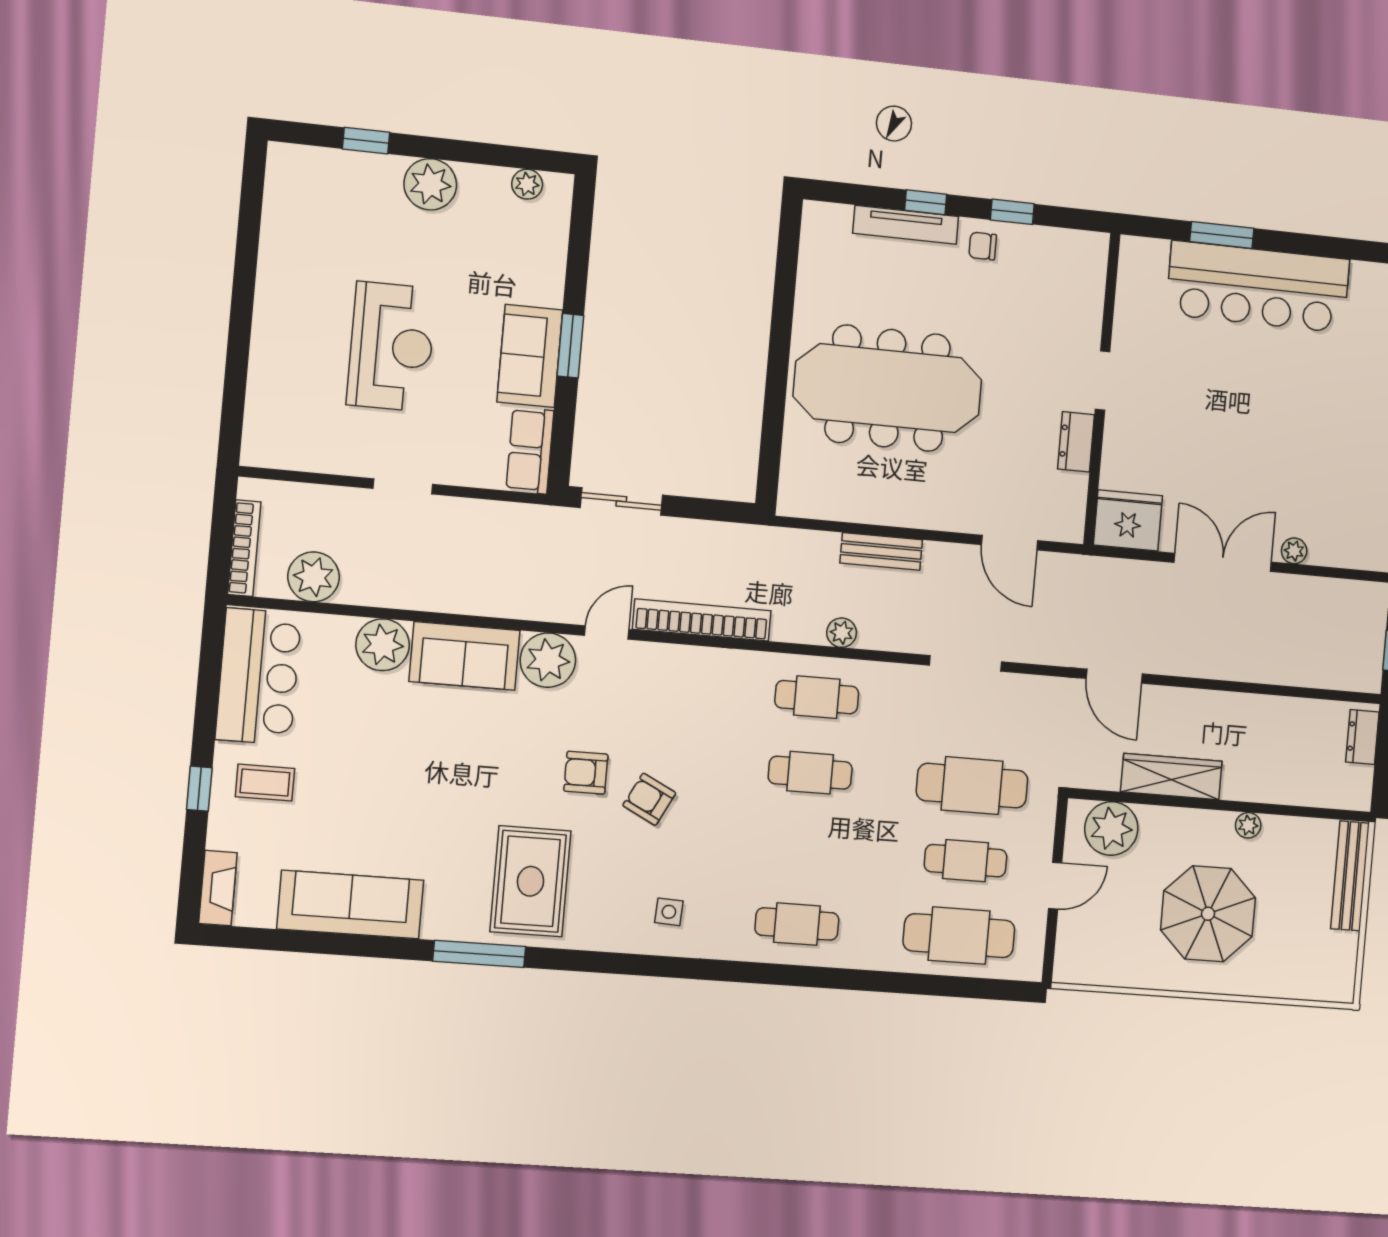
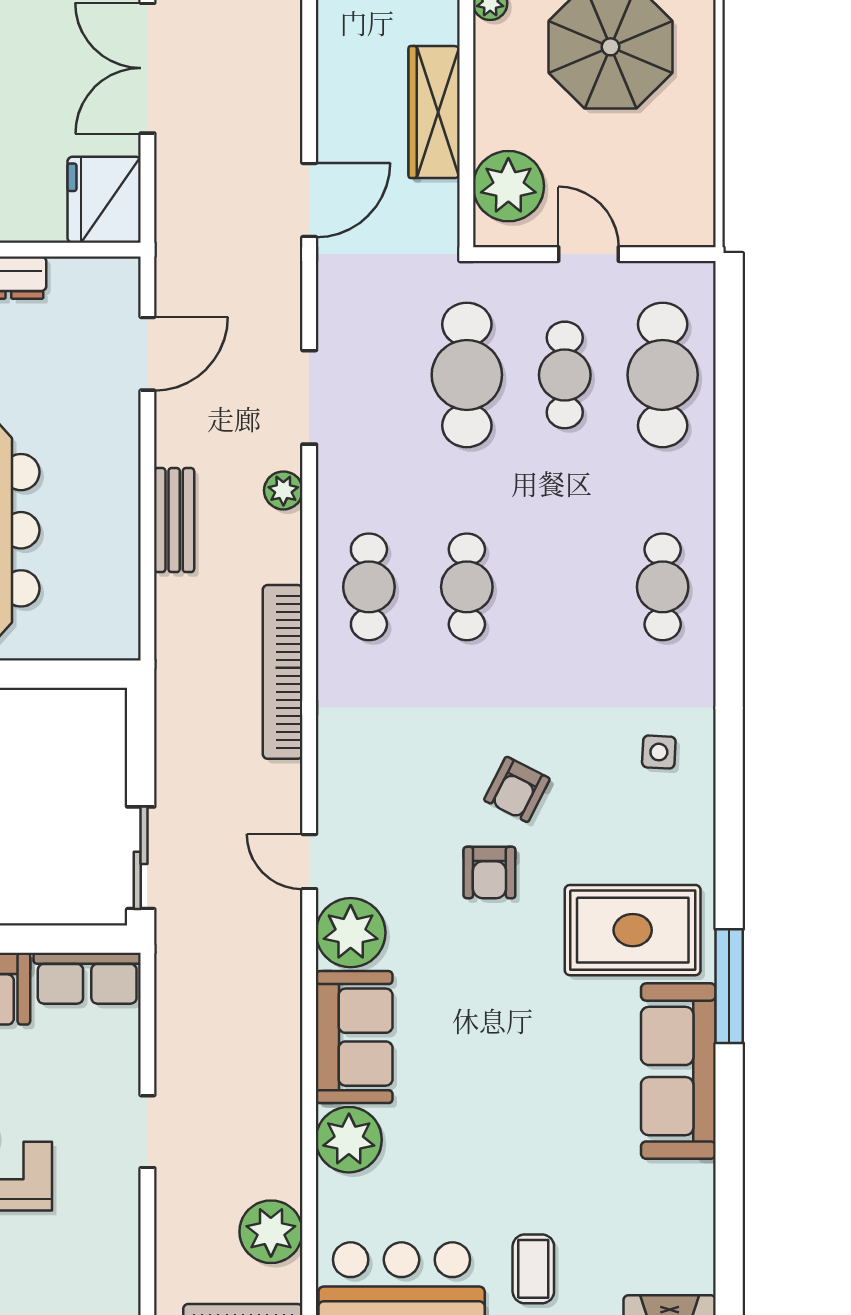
bookcase: (702, 620) -> (283, 672), moved
plant: (842, 633) -> (283, 490), moved
sofa: (350, 905) -> (678, 1071), moved

